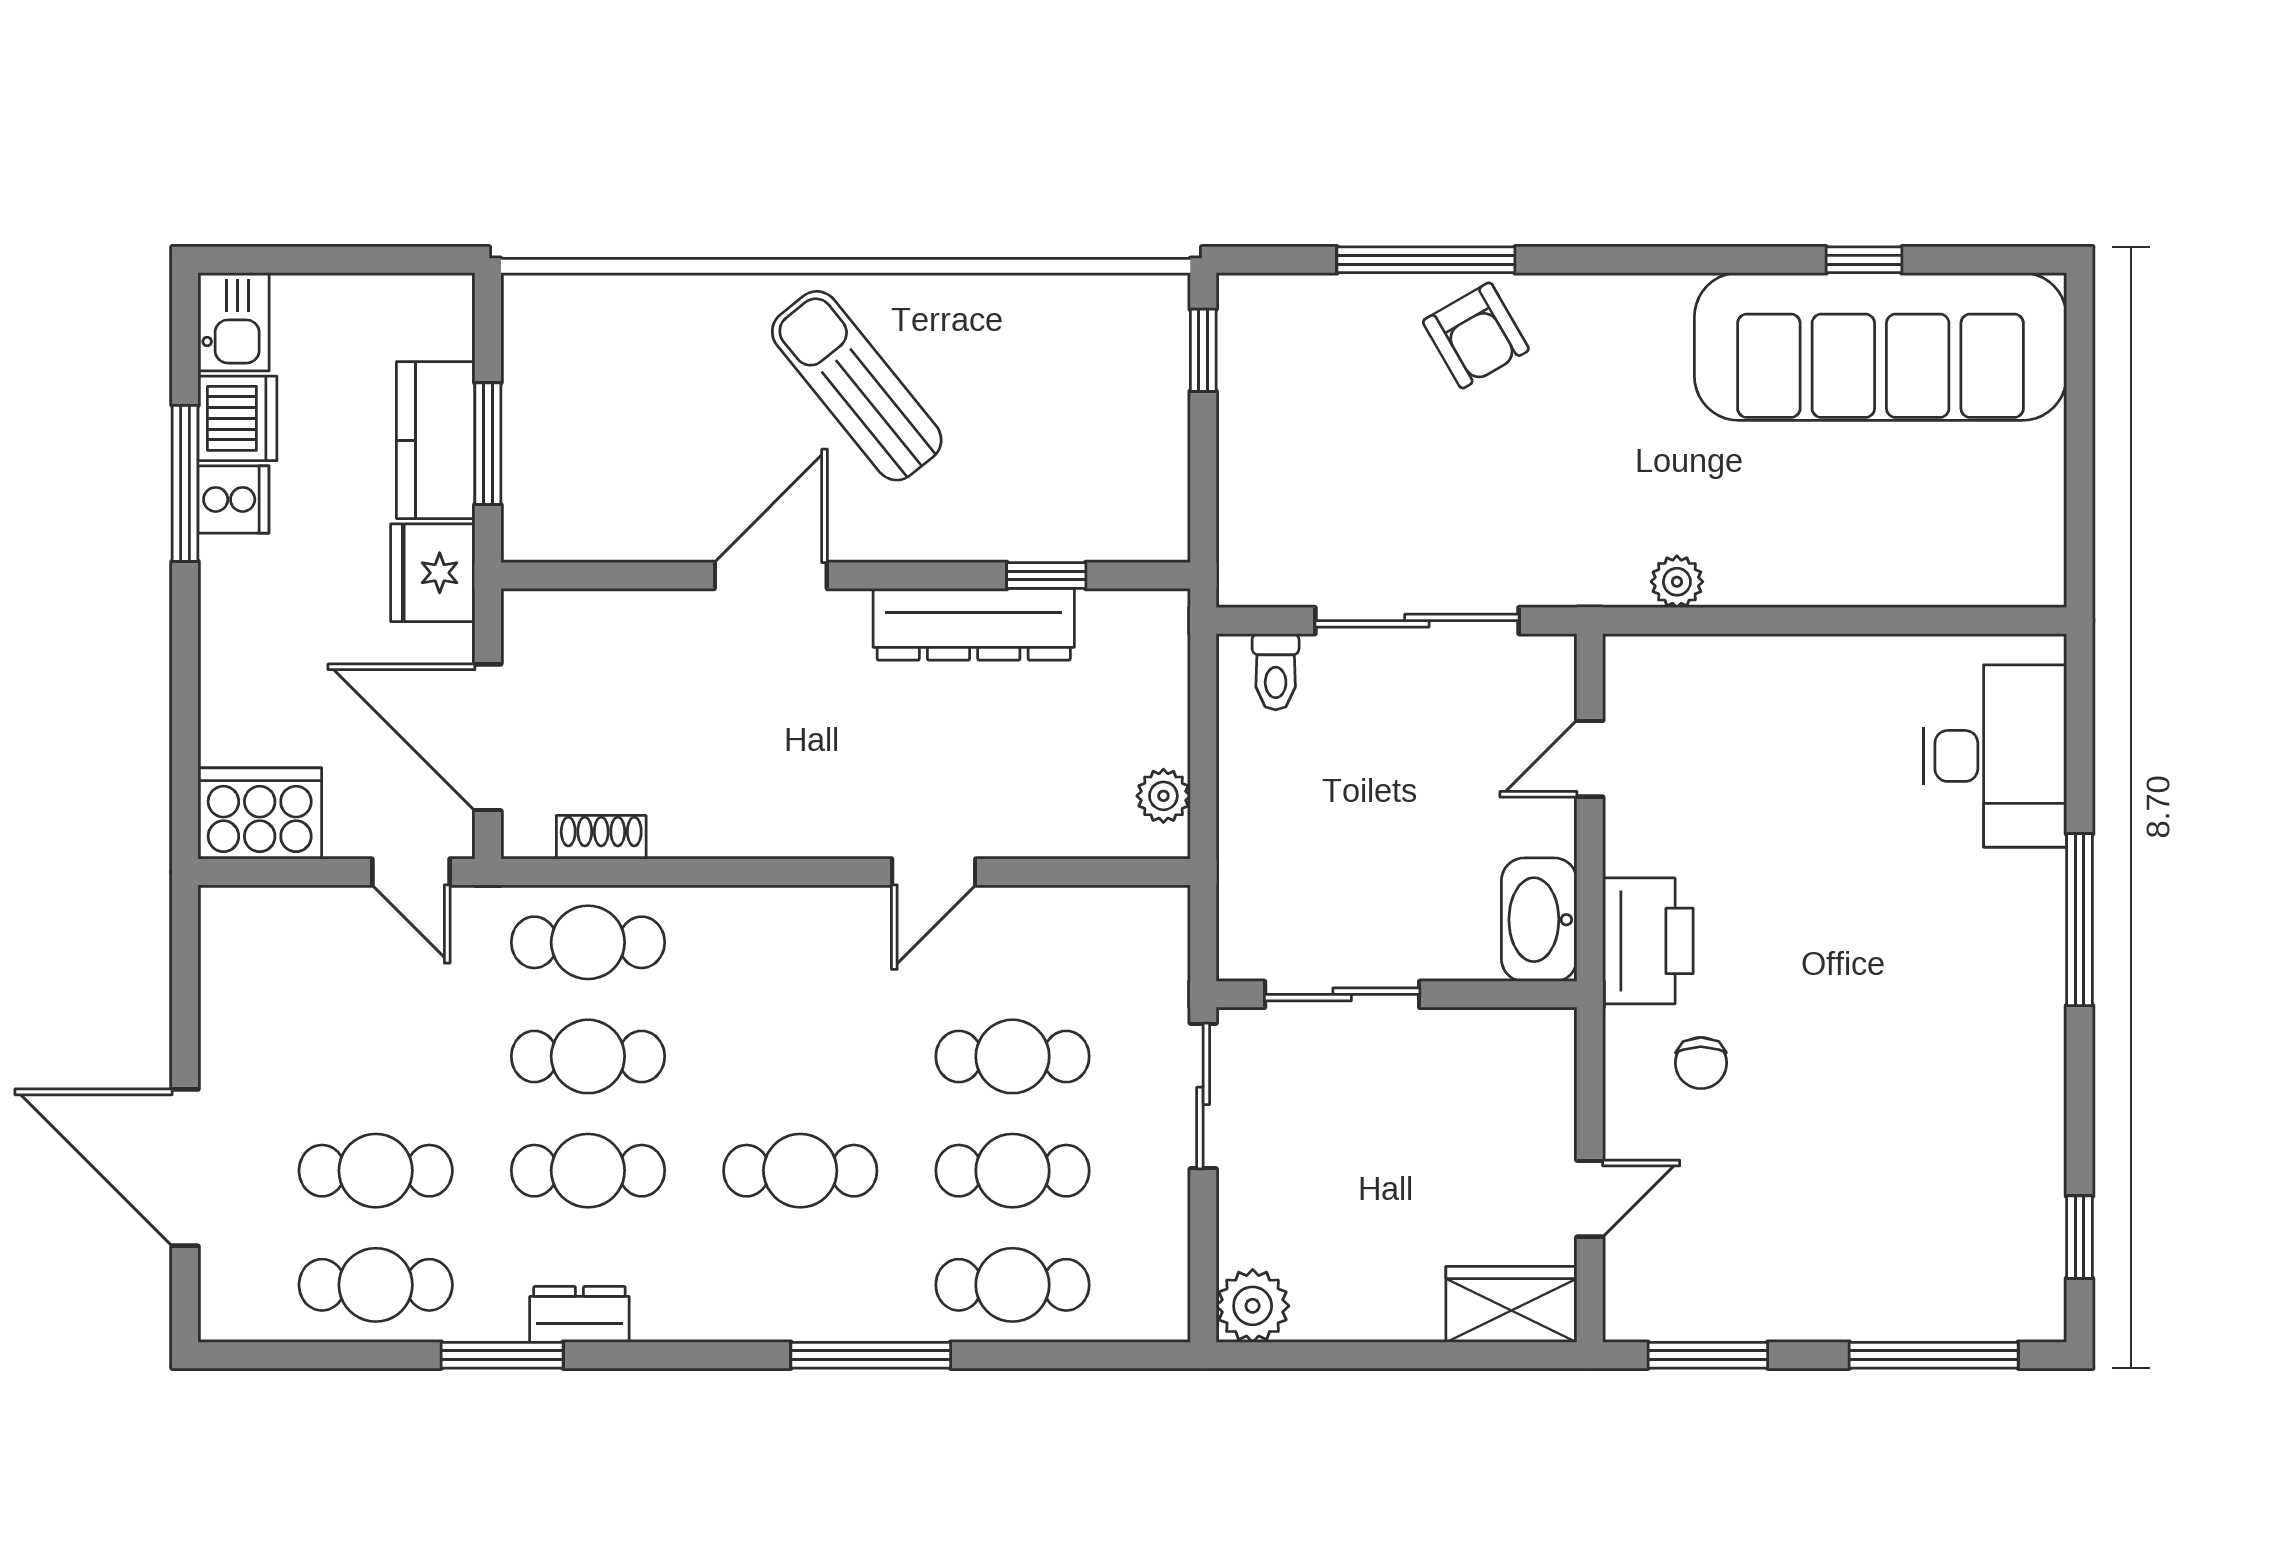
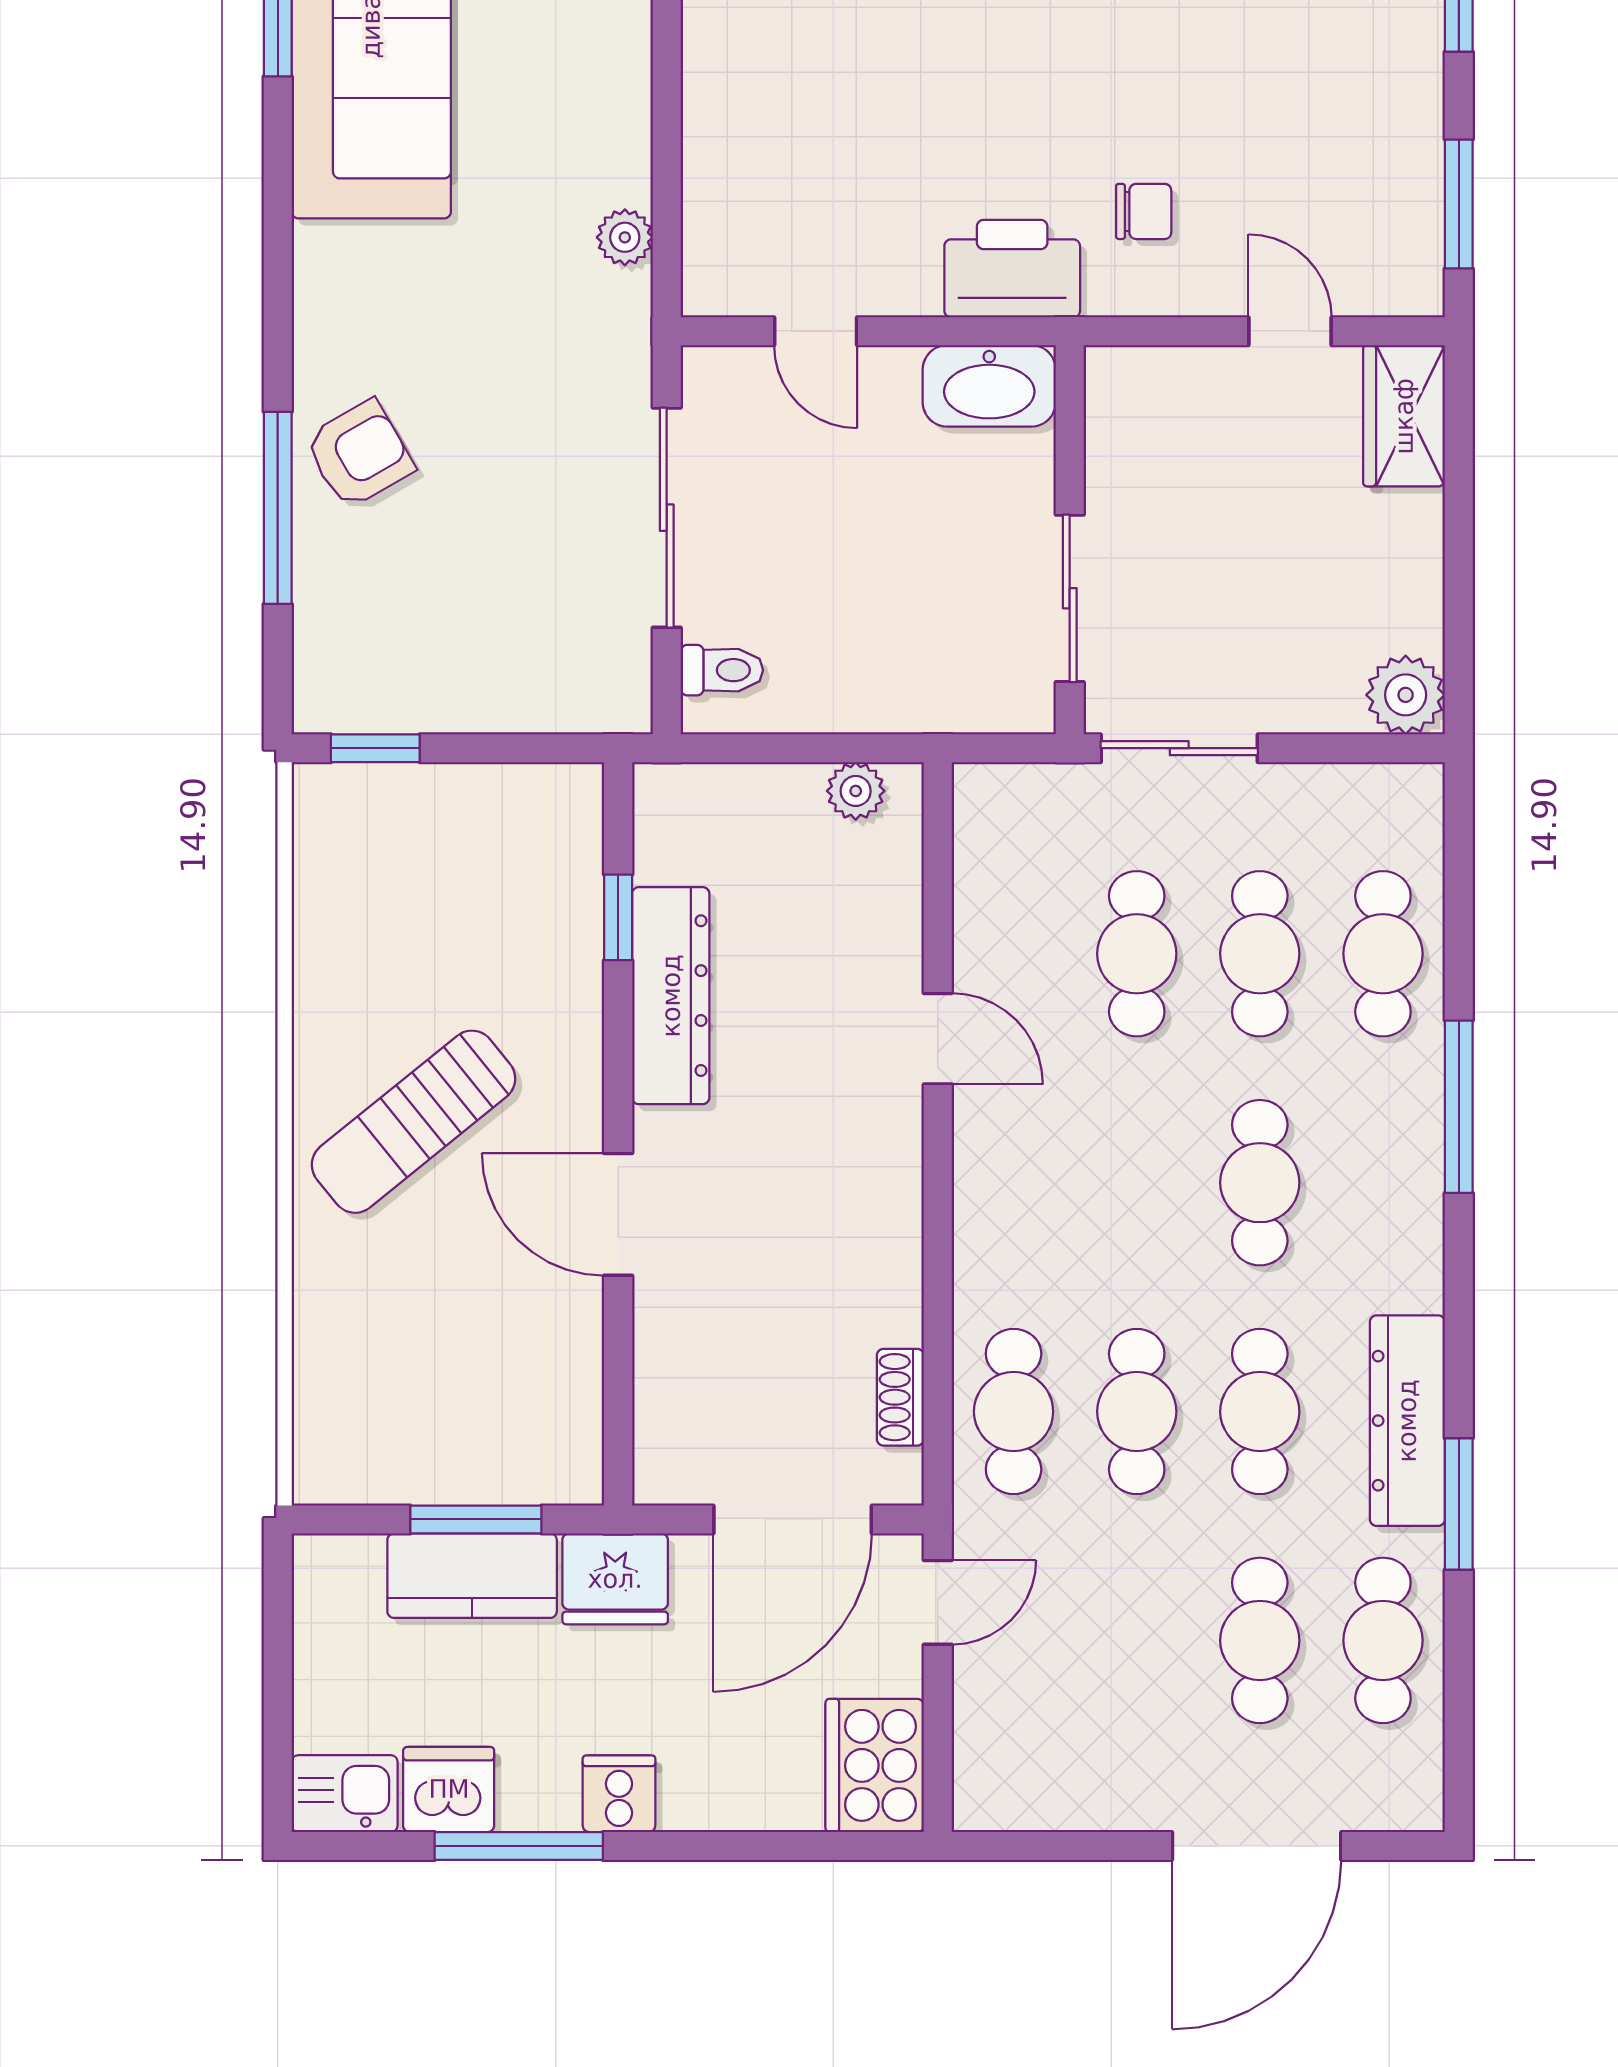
cooker: (233, 499) -> (619, 1794), moved
dresser: (579, 1314) -> (1407, 1421), width x1.96, depth x1.24

